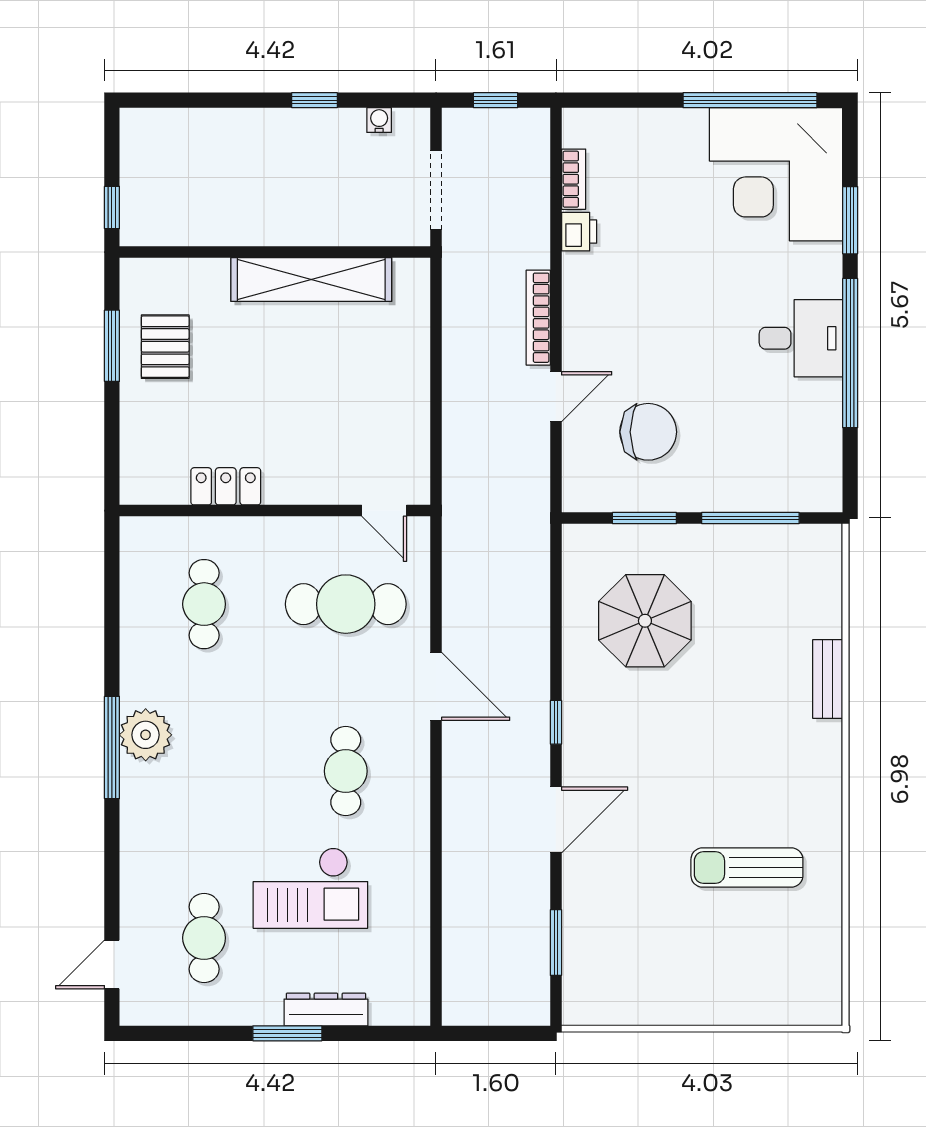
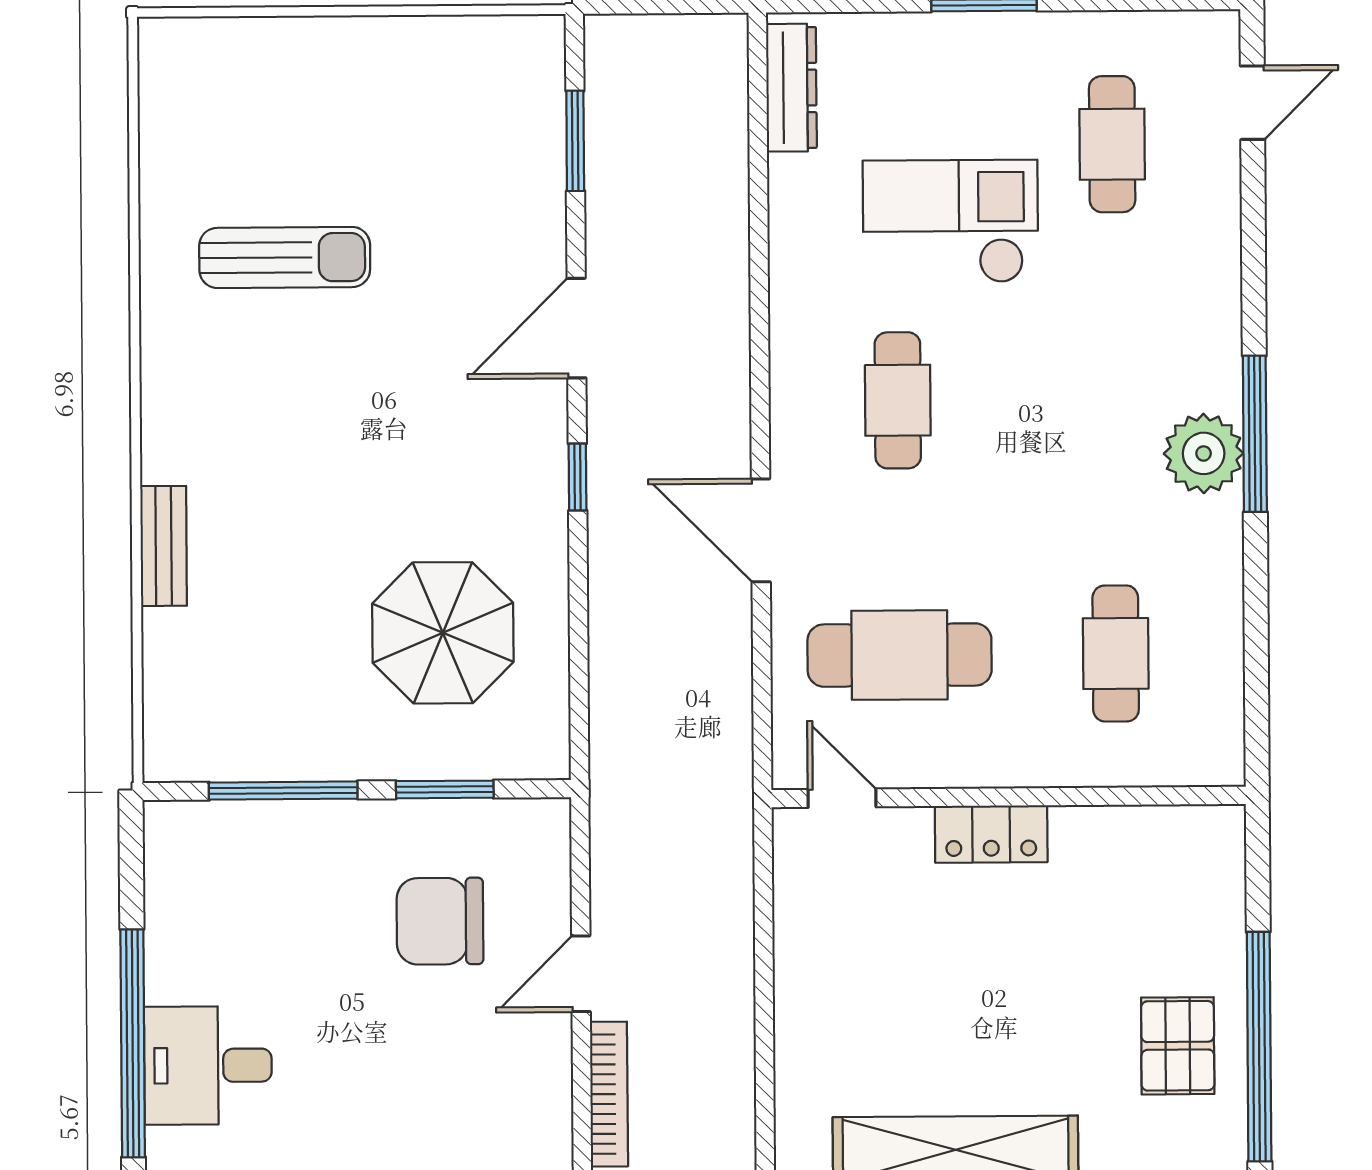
window: (112, 346) -> (1259, 1047), width x2.11
locker: (226, 486) -> (991, 834), moved
dresser: (326, 1010) -> (791, 88), moved, turned -90

